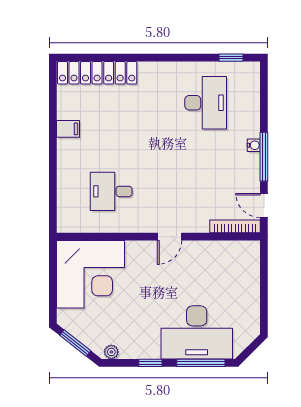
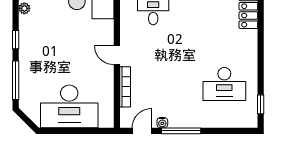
water cooler: (254, 145) -> (162, 123), moved
bookcase: (235, 226) -> (125, 87), moved
desk: (197, 332) -> (69, 106), moved, turned -90

